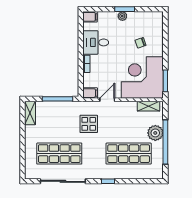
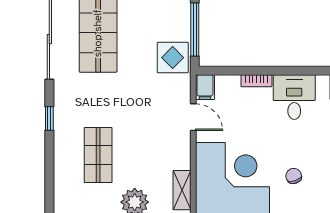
display table: (89, 124) -> (173, 58), moved
shop shelf: (129, 154) -> (98, 155), width x0.70, depth x0.74

